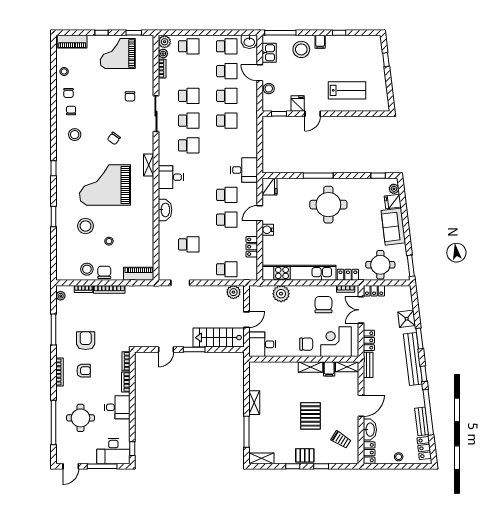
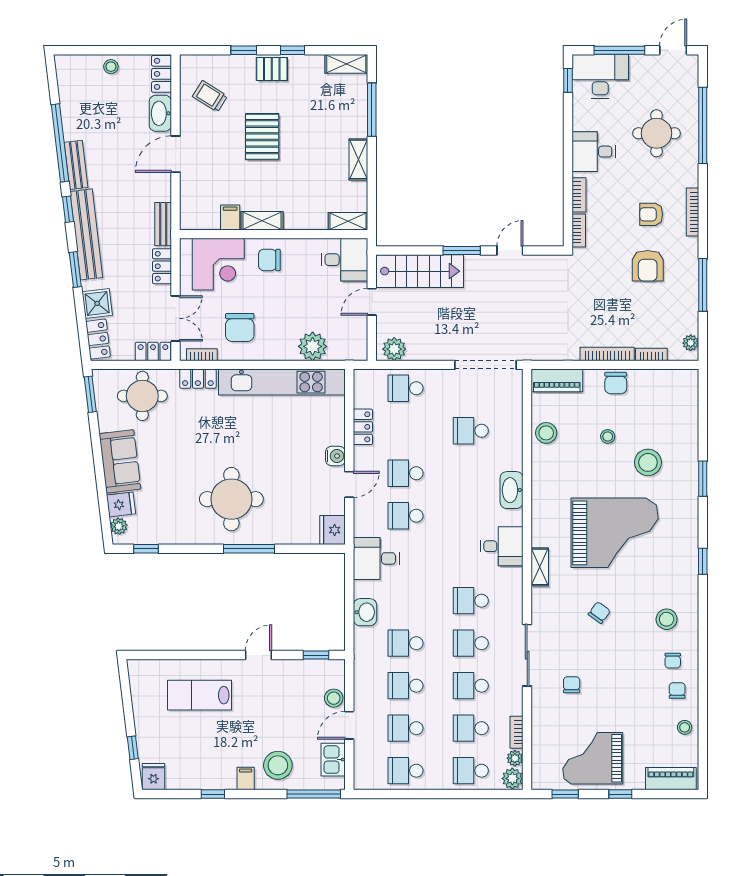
washbasin: (249, 42) -> (365, 612), moved, turned 90
grand piano: (118, 54) -> (593, 758), turned 180
school desk: (189, 71) -> (471, 728), added
door: (260, 73) -> (349, 725), swing flipped
fridge: (298, 104) -> (154, 777), moved, turned 180
stool: (87, 269) -> (546, 433), moved
doorway: (180, 283) -> (486, 365), width x1.88
shelving: (347, 367) -> (348, 221), moved
bench: (422, 421) -> (76, 165), moved
locker: (424, 448) -> (98, 339), moved

